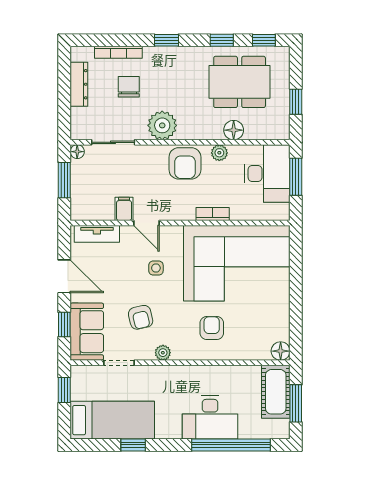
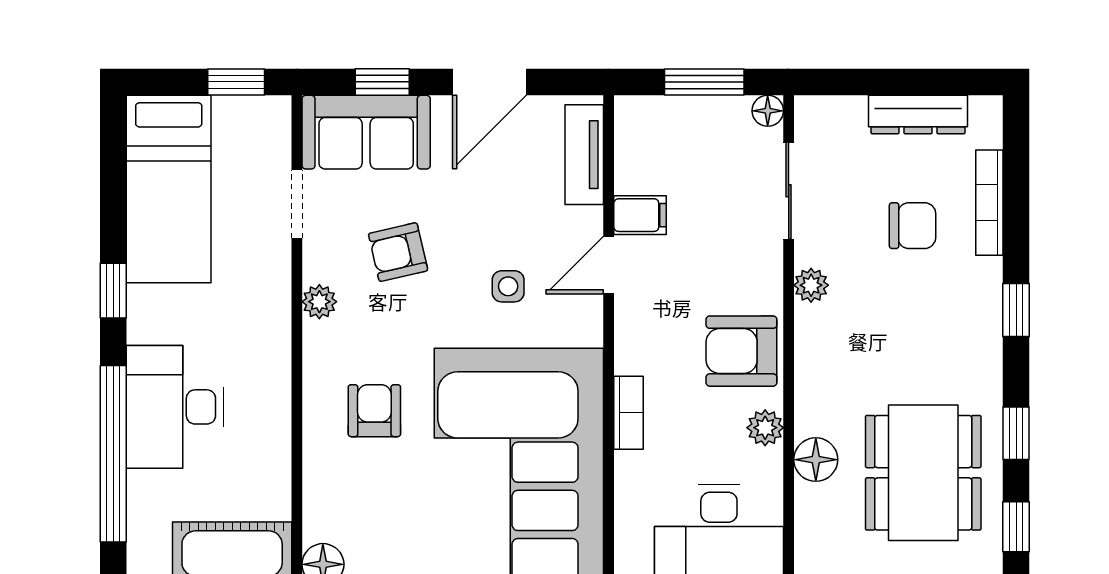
plant: (162, 125) -> (811, 285), width x0.53, depth x0.53
armchair: (212, 328) -> (374, 411), turned -90
window: (133, 445) -> (113, 291), moved

